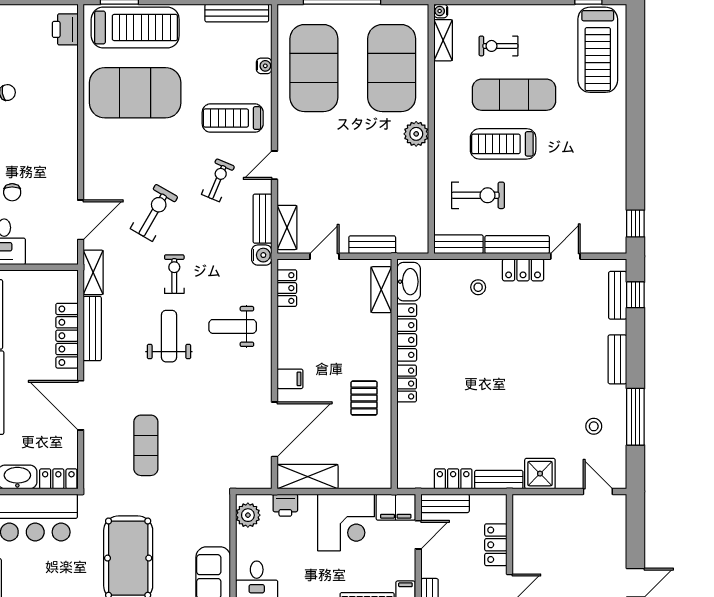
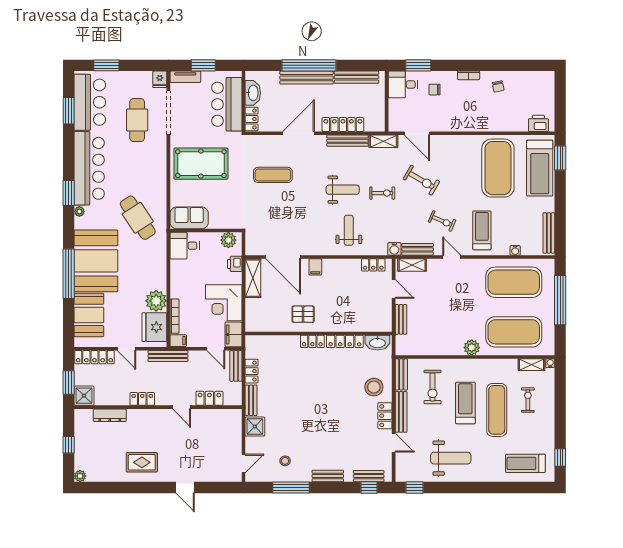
treadmill: (598, 50) -> (525, 463), width x0.73, depth x0.73
weight bench: (589, 167) -> (451, 458), added
stool: (478, 287) -> (374, 387), width x1.89, depth x1.89
shelving: (381, 290) -> (372, 325), removed

